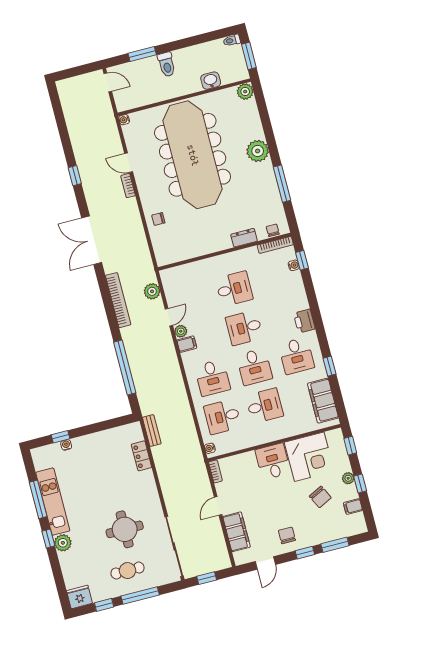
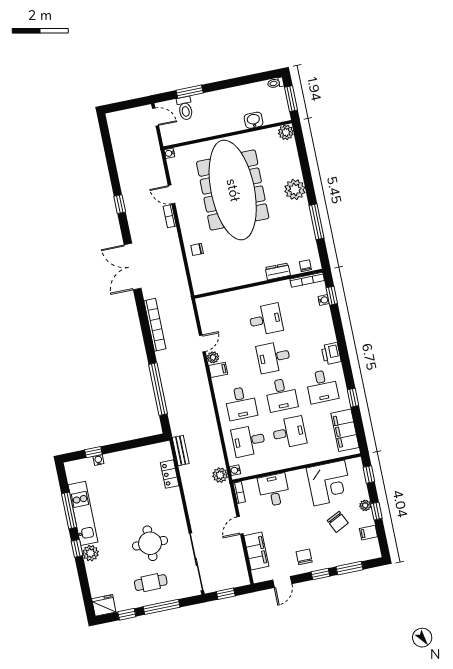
toilet: (167, 64) -> (185, 108), moved
plant: (152, 291) -> (220, 475), moved
desk: (273, 461) -> (274, 490), moved

